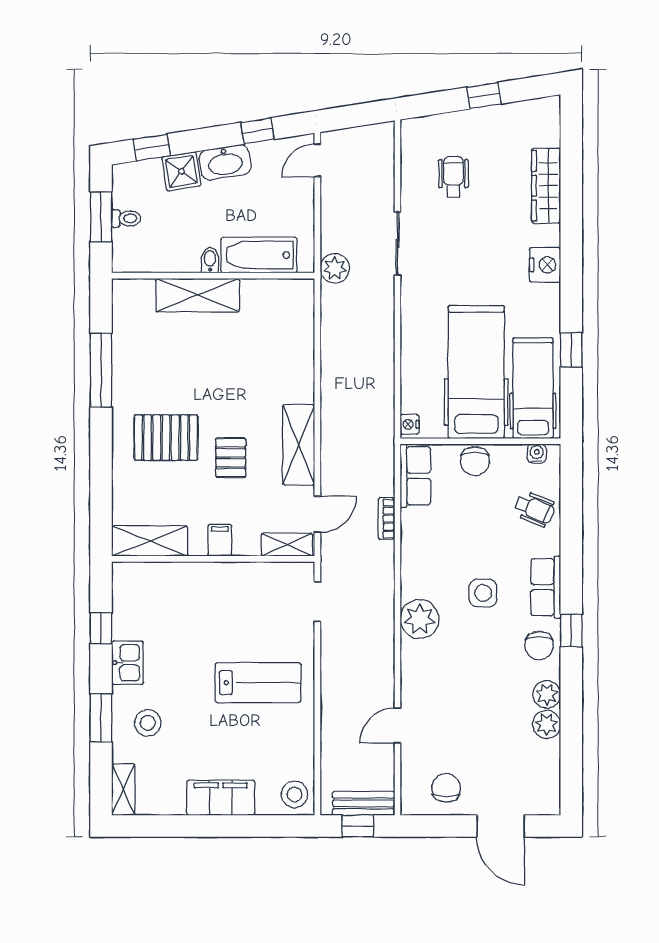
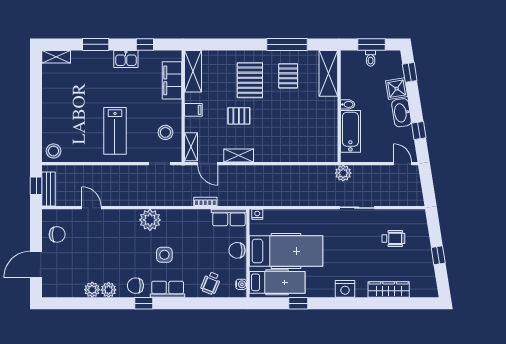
shelving: (198, 295) -> (328, 73), moved
pallet: (158, 368) -> (288, 76), added
shelving: (299, 445) -> (239, 155), width x0.67, depth x0.75
stool: (148, 723) -> (165, 132), moved
filing cabinet: (221, 798) -> (172, 80), moved, turned 180

